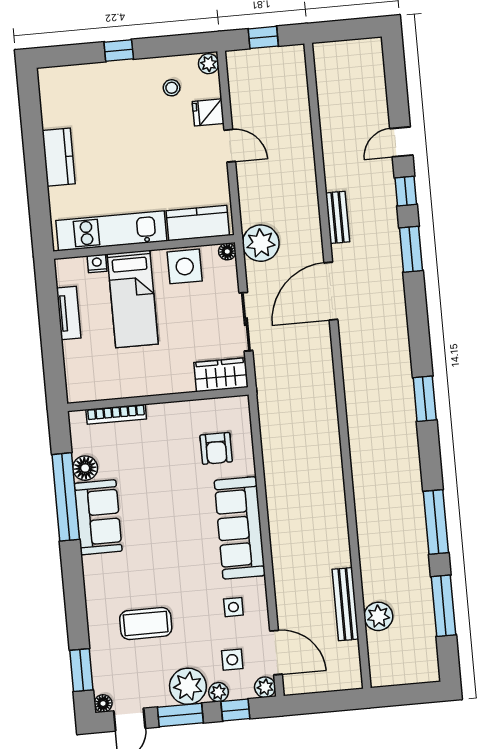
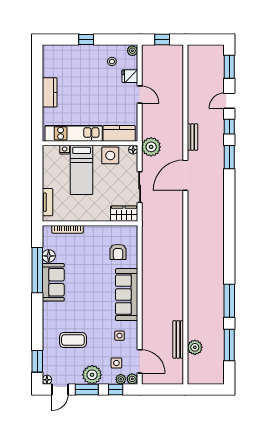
tv unit: (69, 313) -> (47, 202), moved
window: (425, 399) -> (229, 67), moved
plant: (218, 692) -> (121, 379), moved

